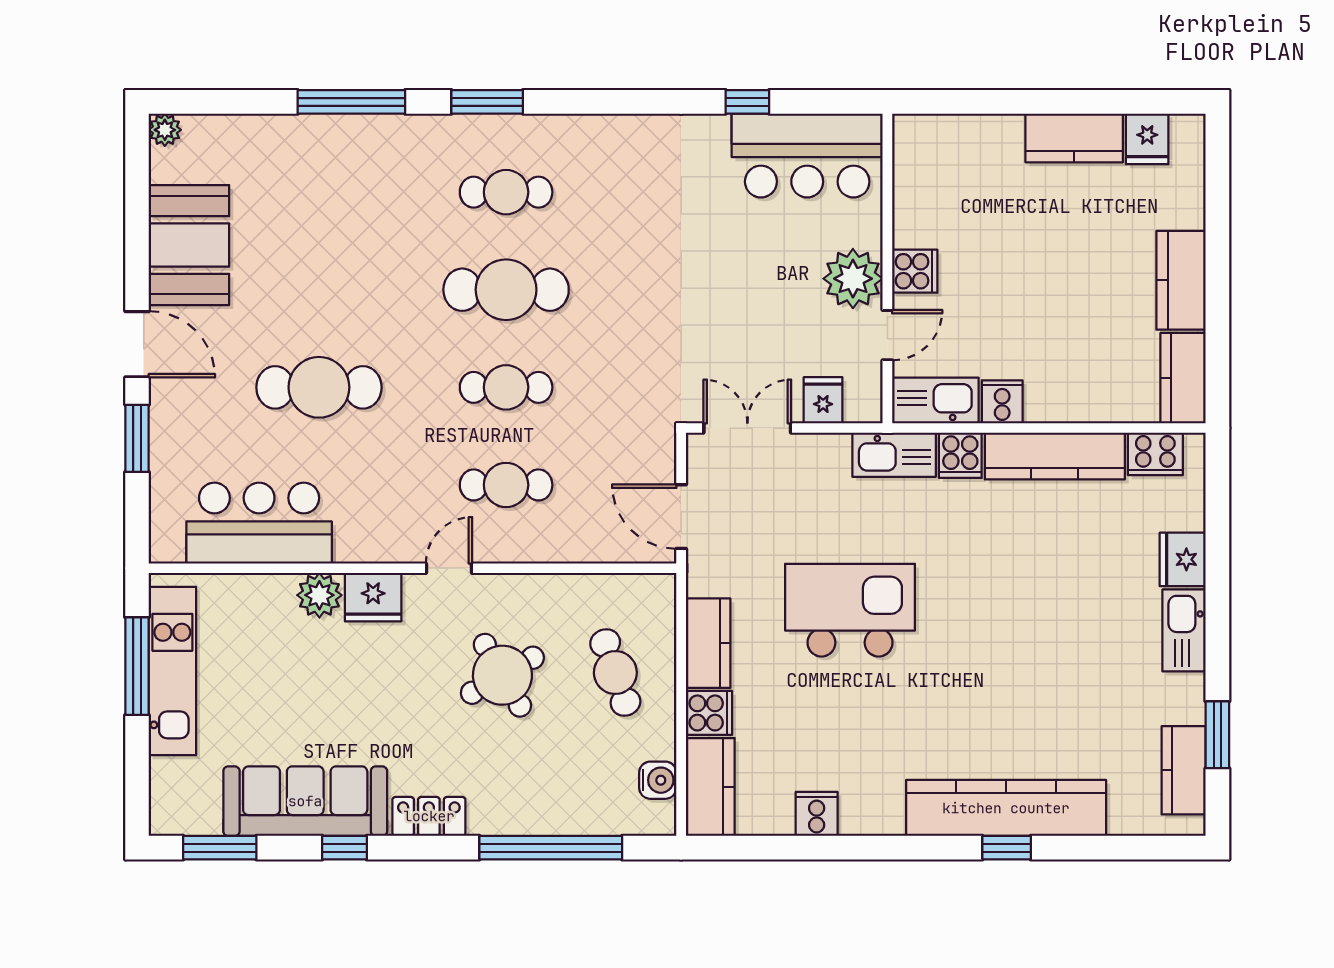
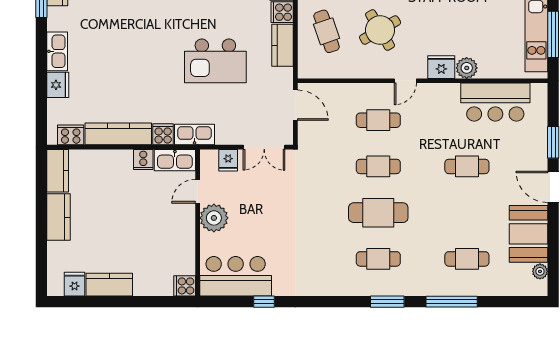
plant: (165, 130) -> (540, 271), moved
cafe table: (319, 192) -> (467, 259), added
cooker: (915, 271) -> (185, 286), moved
cafe table: (319, 387) -> (467, 166), width x0.73, depth x0.74

